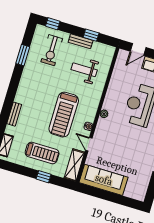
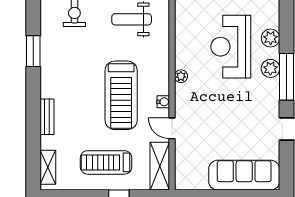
window: (23, 55) -> (33, 51), moved
treadmill: (42, 153) -> (106, 162), turned 180
sofa: (104, 180) -> (244, 175), moved

